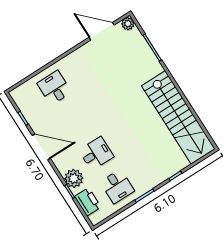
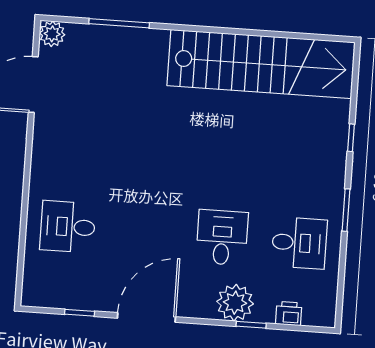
printer: (88, 202) -> (289, 314), width x0.53, depth x0.68

